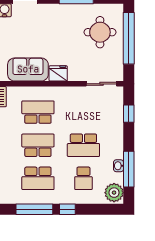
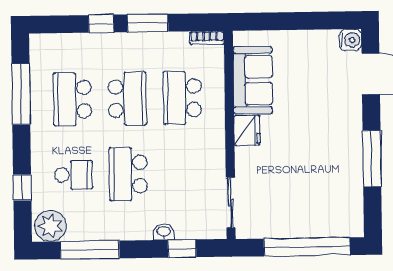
round table: (100, 32) -> (316, 199), removed
school desk: (38, 112) -> (182, 98), turned 180
washbasin: (119, 166) -> (164, 232), moved
school desk: (83, 178) -> (73, 175), turned 180
window: (67, 209) -> (22, 188), moved

